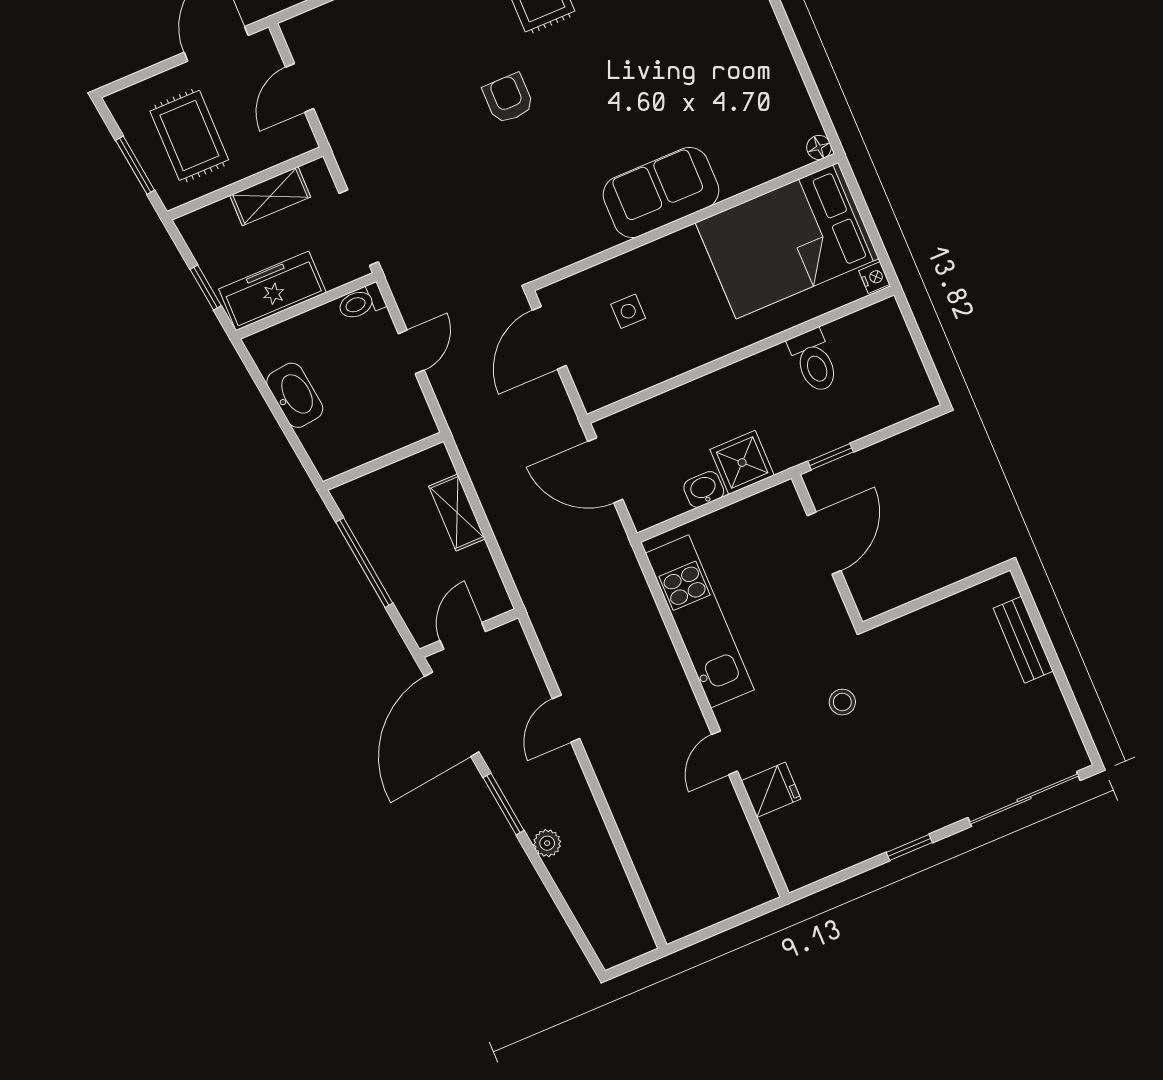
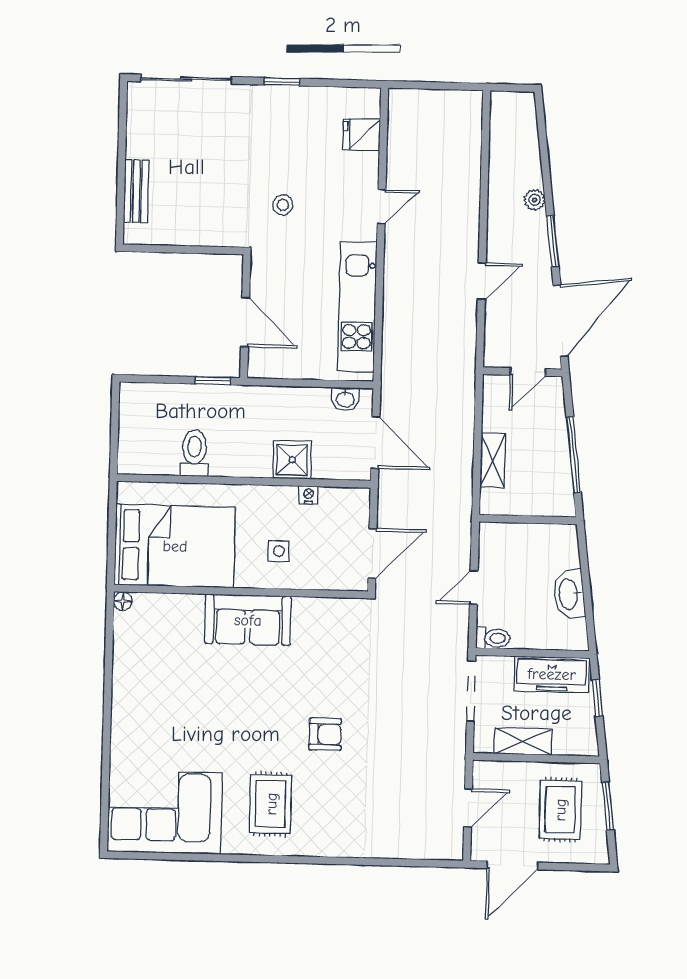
armchair: (508, 99) -> (325, 734), turned -90
nightstand: (874, 277) -> (309, 495), moved, turned 90
side table: (628, 311) -> (279, 551), moved
shower: (742, 462) -> (292, 460), moved
washbasin: (704, 489) -> (345, 399), moved
door: (824, 543) -> (245, 322), swing flipped
fridge: (771, 790) -> (362, 134), moved

